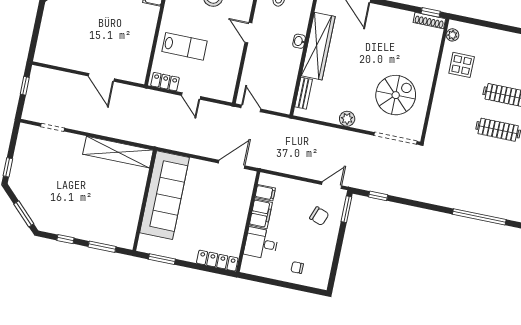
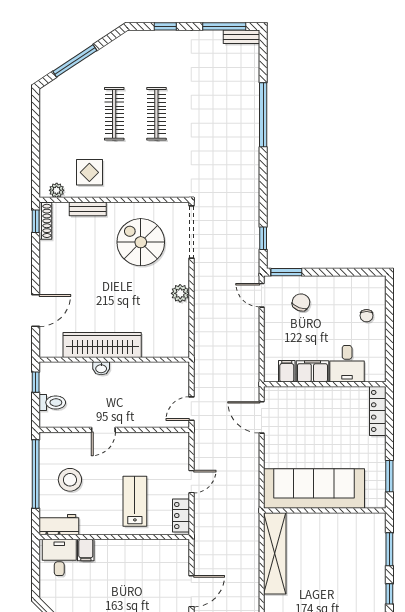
bench: (304, 93) -> (88, 209), moved

